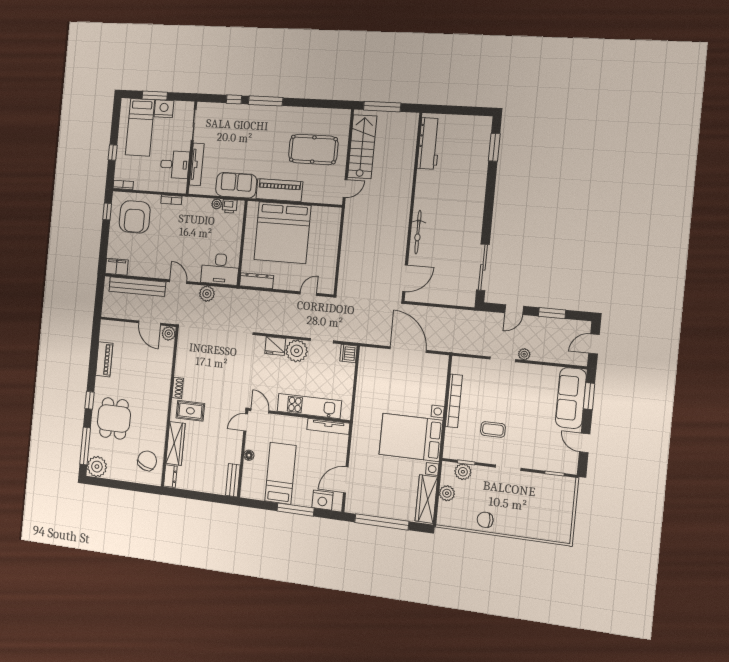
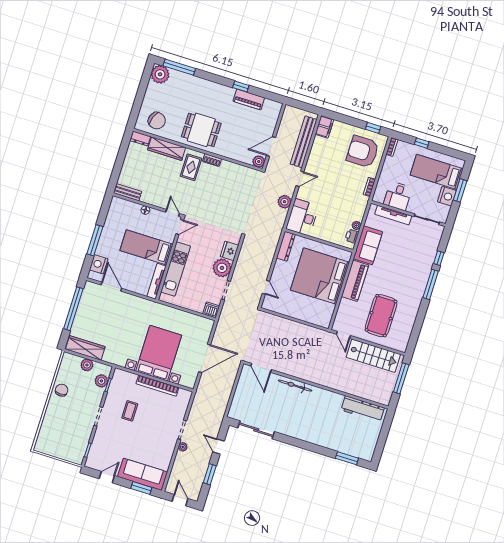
window: (89, 400) -> (241, 86), moved
dining table: (114, 418) -> (201, 130), moved
bed with nightstands: (411, 437) -> (159, 353), moved
bed: (280, 473) -> (146, 247), moved, turned 180

